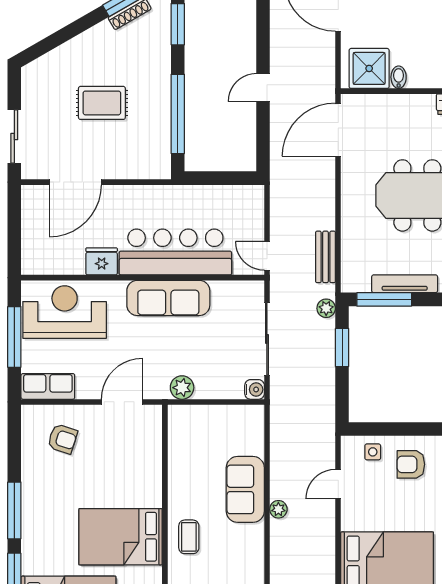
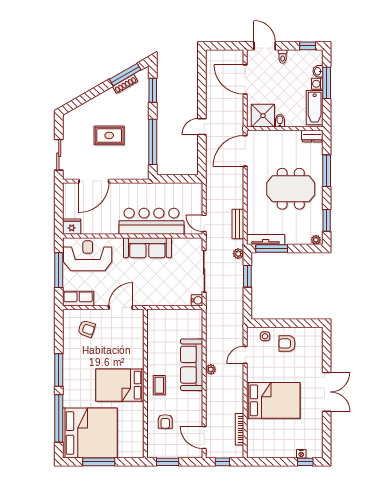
fridge: (102, 261) -> (72, 227), moved
tv unit: (405, 284) -> (266, 240), moved
plant: (182, 388) -> (155, 299), removed
sofa: (245, 489) -> (192, 365), width x1.36

